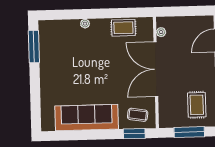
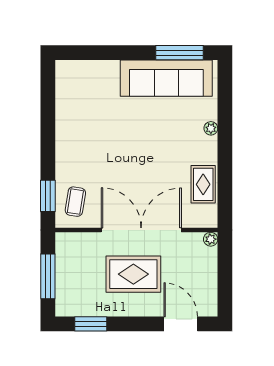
plant: (161, 32) -> (211, 239), moved
rug: (197, 105) -> (133, 274), moved, width x1.36, depth x1.43
sofa: (87, 118) -> (166, 78), moved, turned 90

